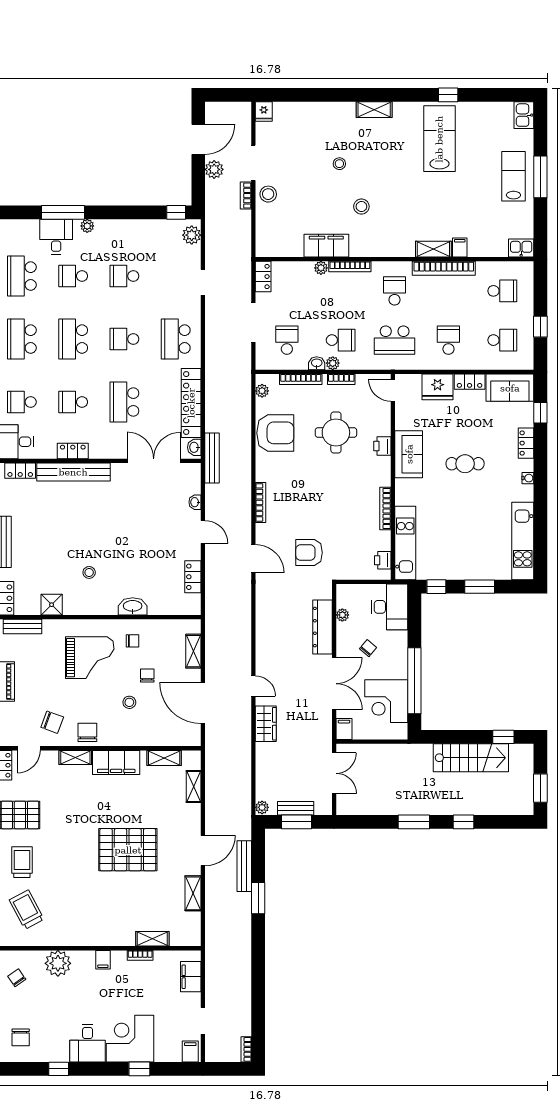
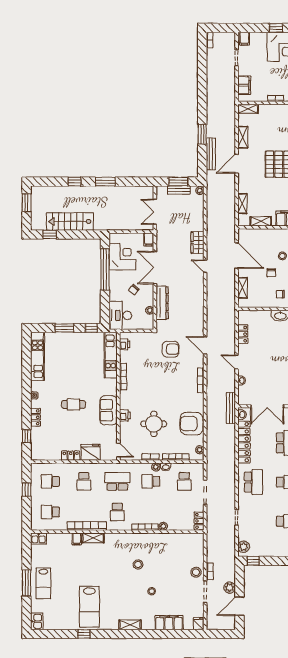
filing cabinet: (326, 246) -> (169, 623), moved, turned 180
sofa: (510, 388) -> (46, 452), removed
shelving: (152, 939) -> (248, 109), moved

